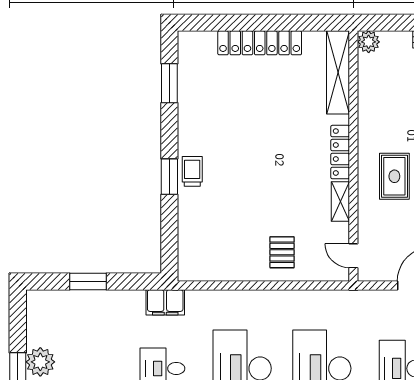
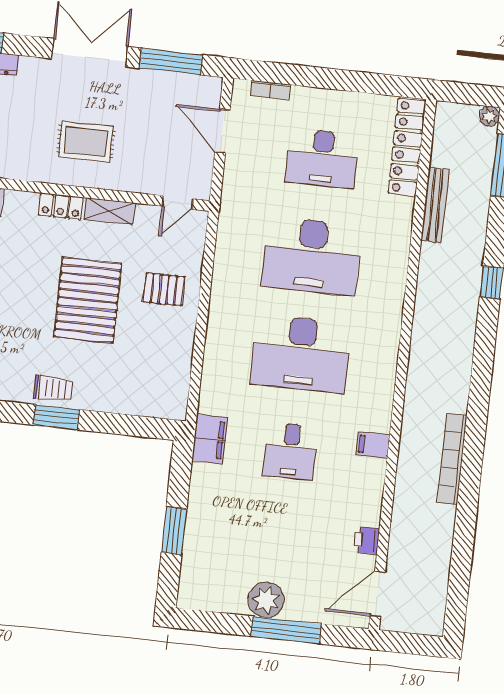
locker: (340, 152) -> (61, 206), width x0.66
trolley: (192, 171) -> (53, 389), turned 180
pallet: (267, 192) -> (88, 300), added

